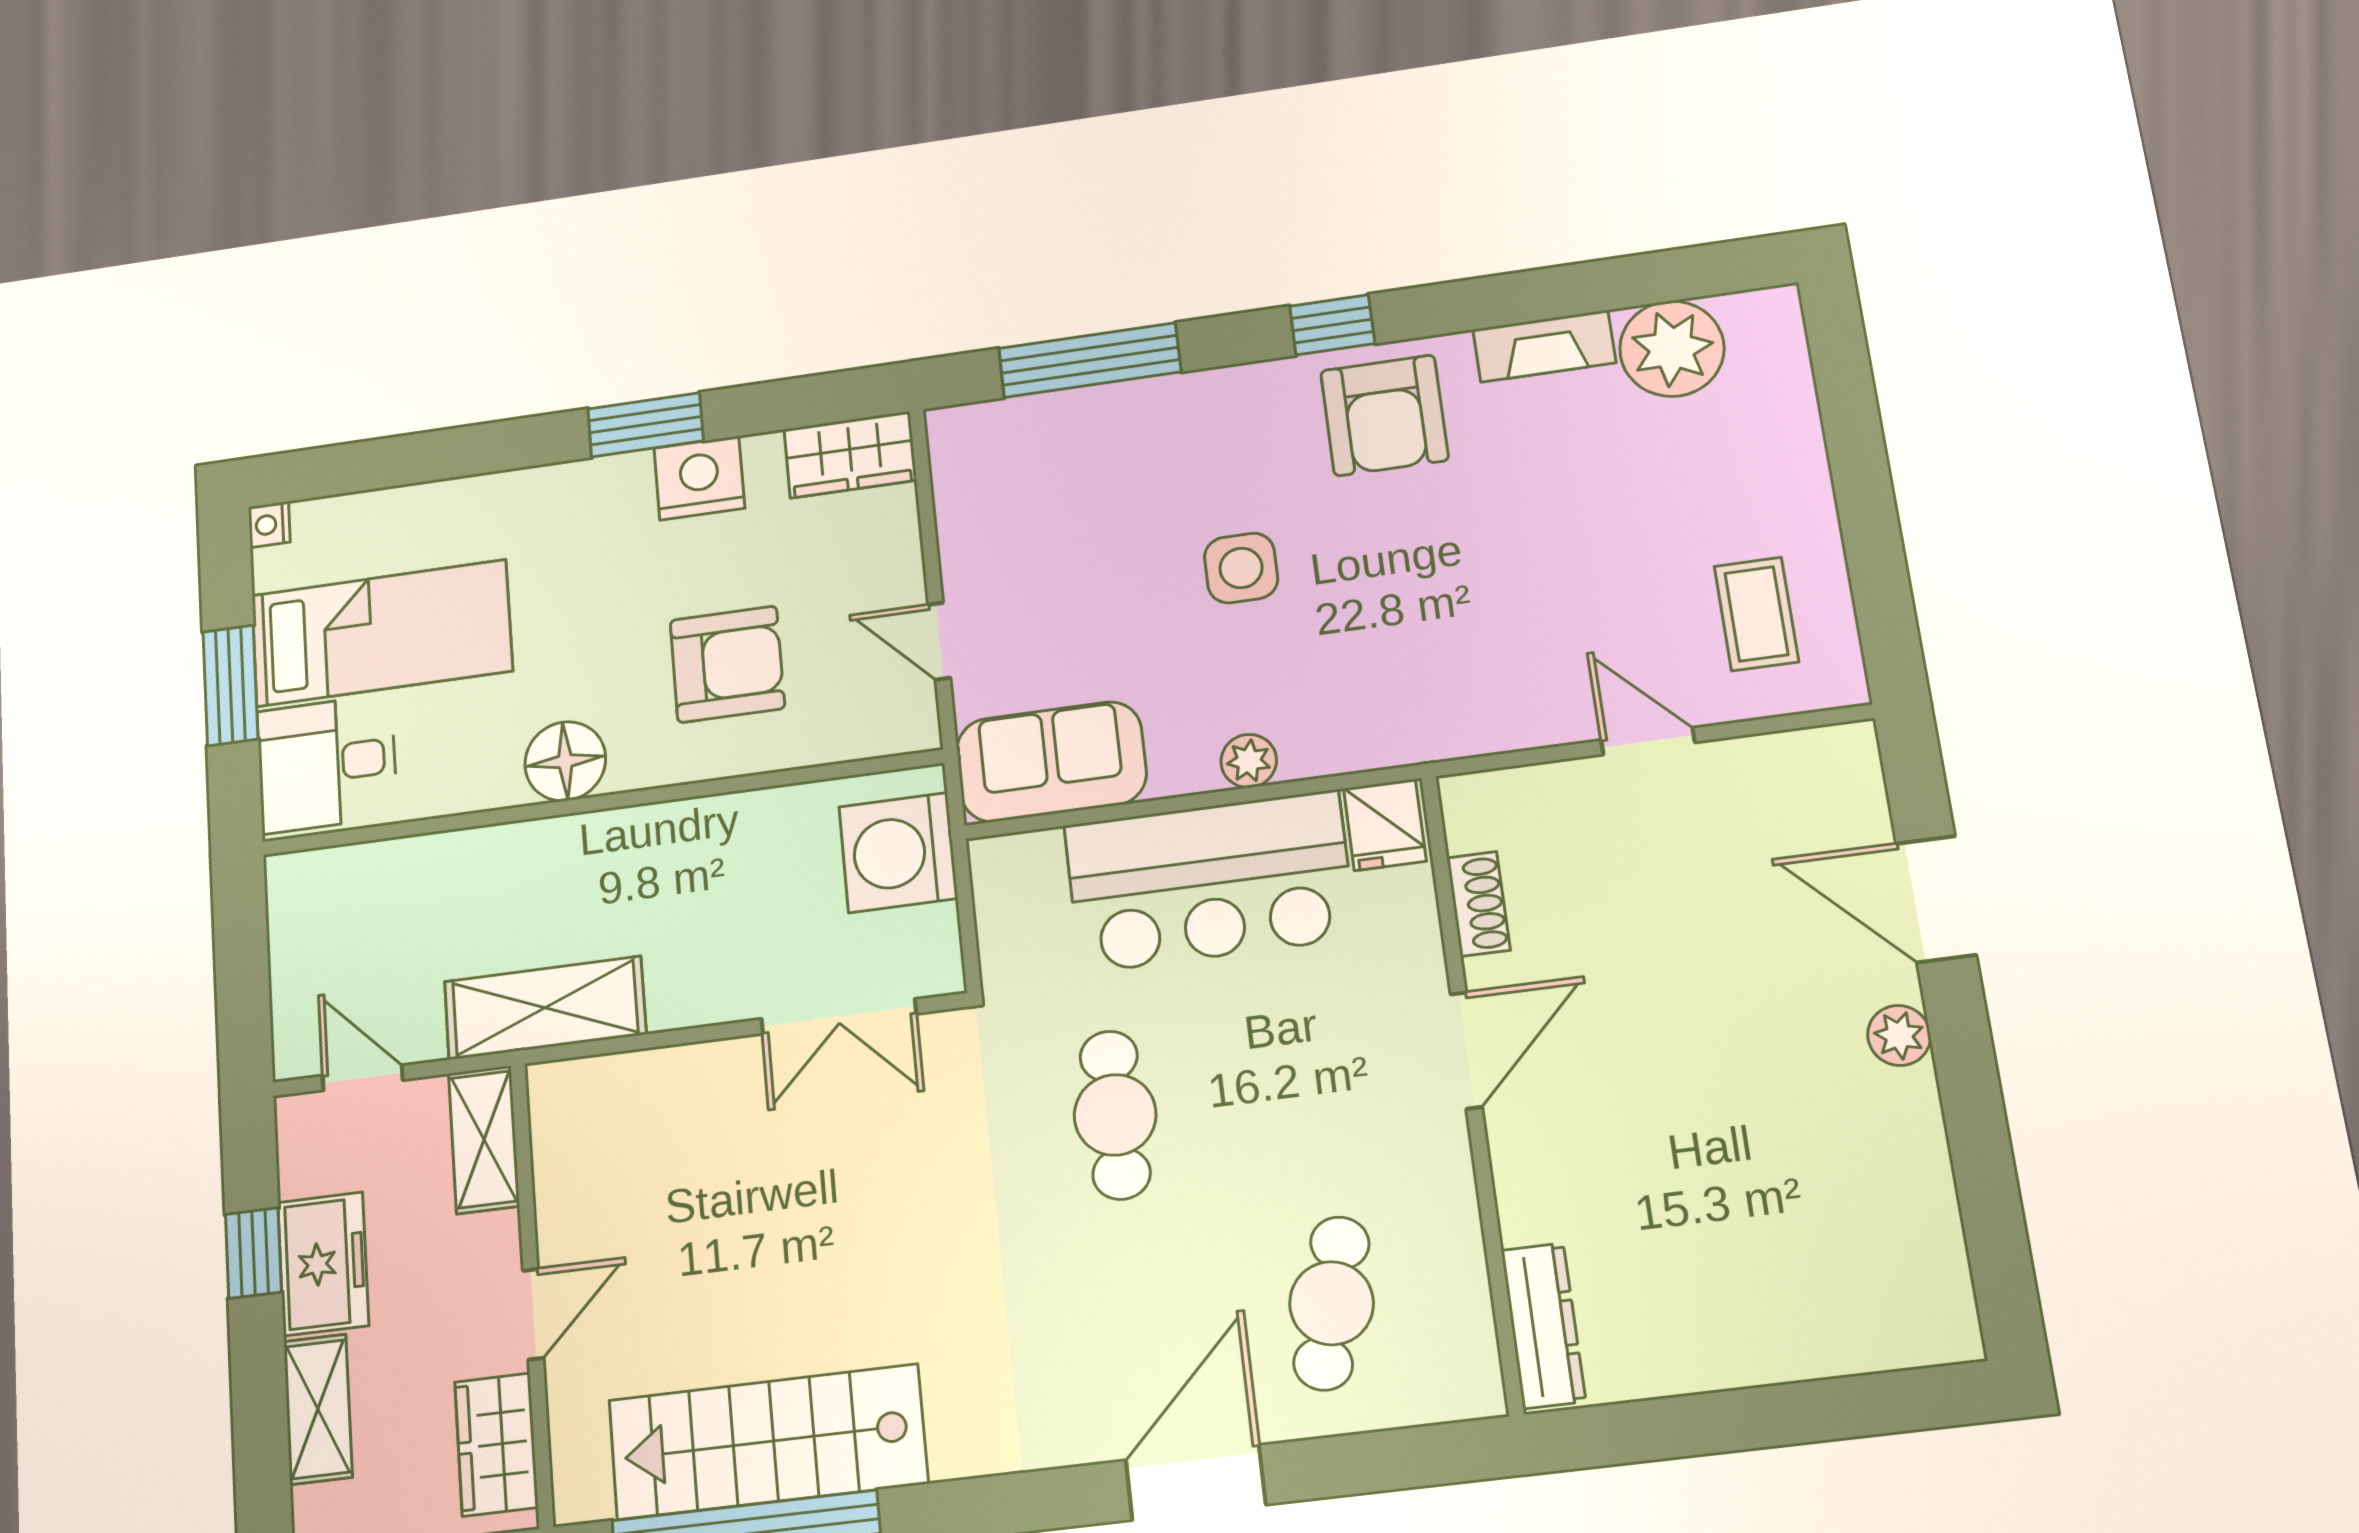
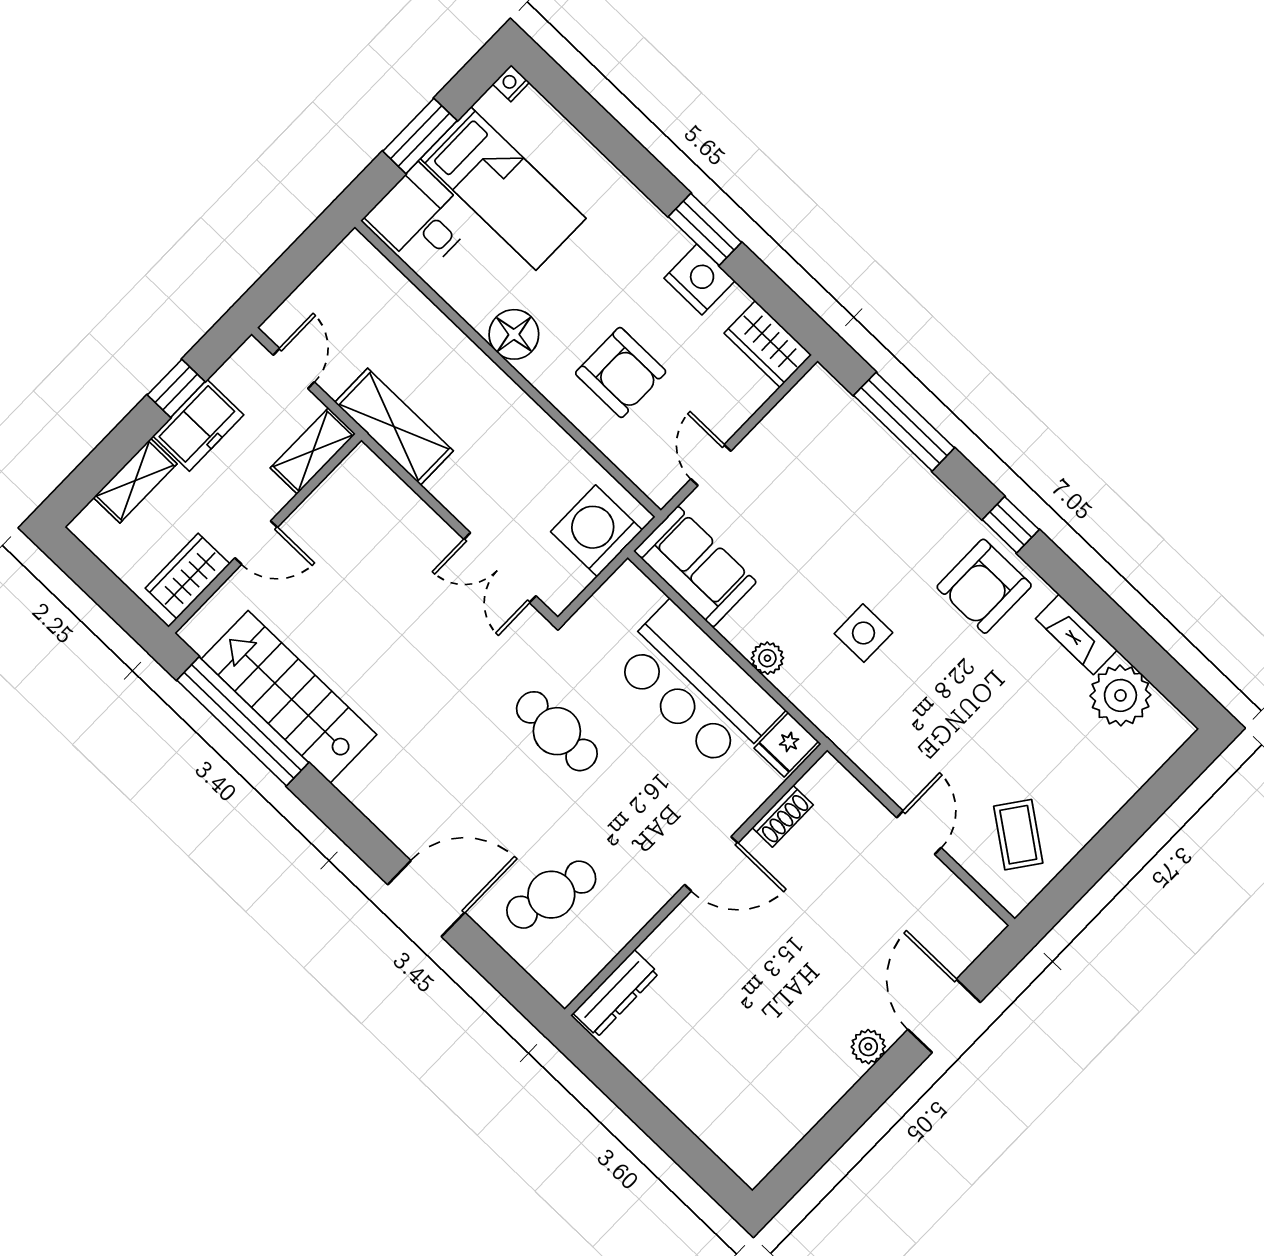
side table: (1241, 568) -> (863, 633), moved
coffee table: (1756, 614) -> (1018, 835), turned -54
cafe table: (1115, 1115) -> (557, 731), turned 90

